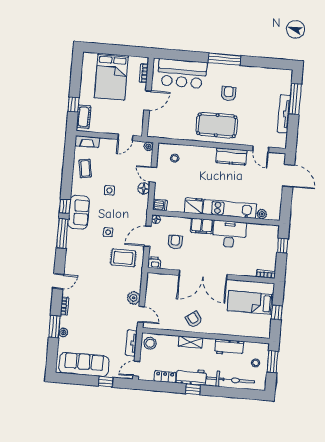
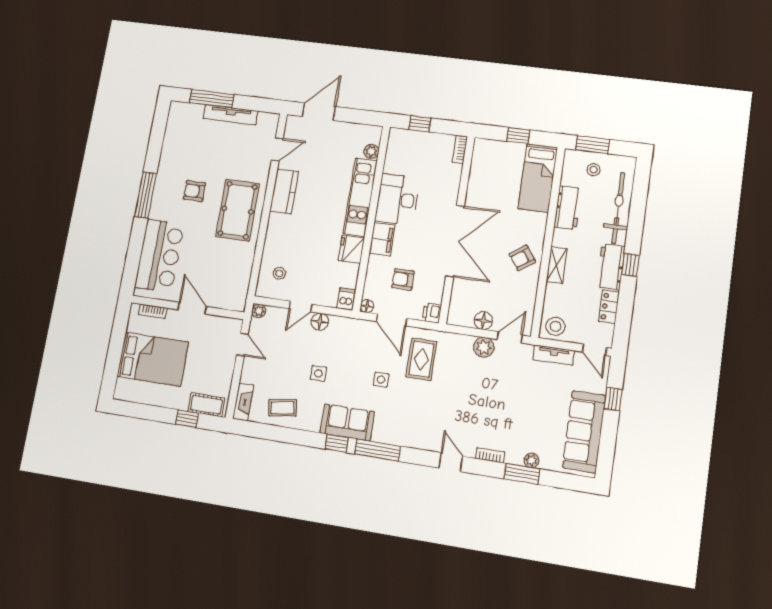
floor lamp: (151, 297) -> (483, 321), added
bed: (250, 302) -> (538, 178), moved

